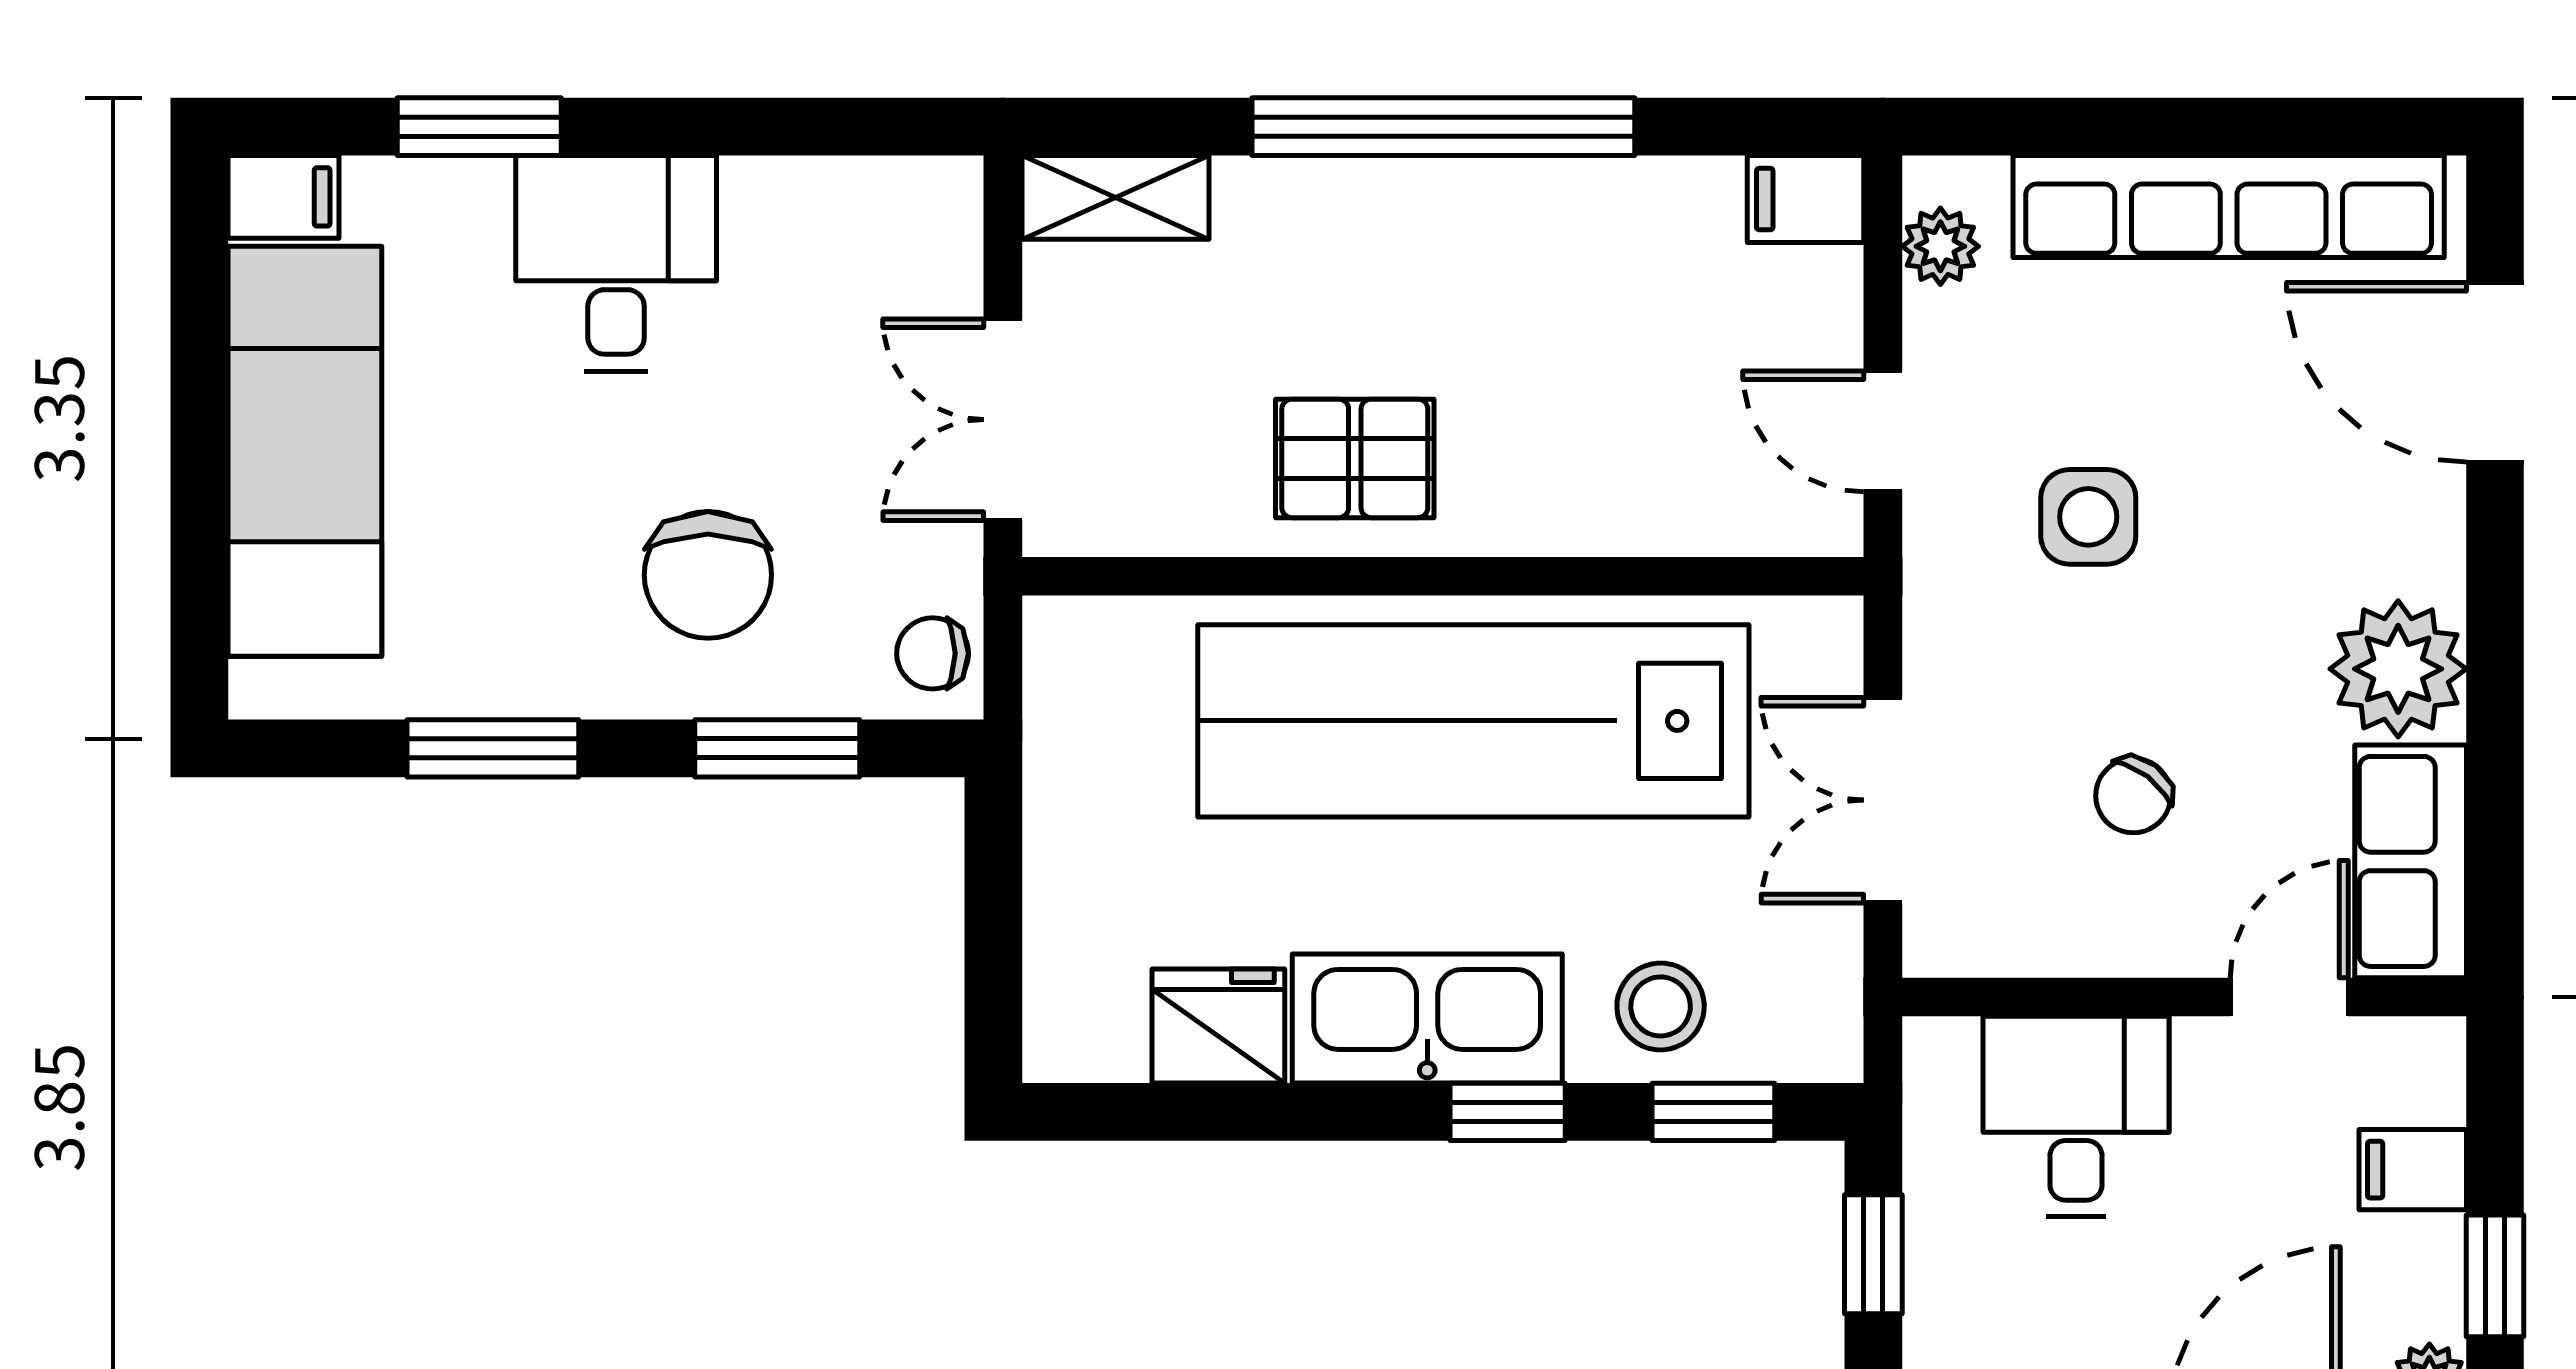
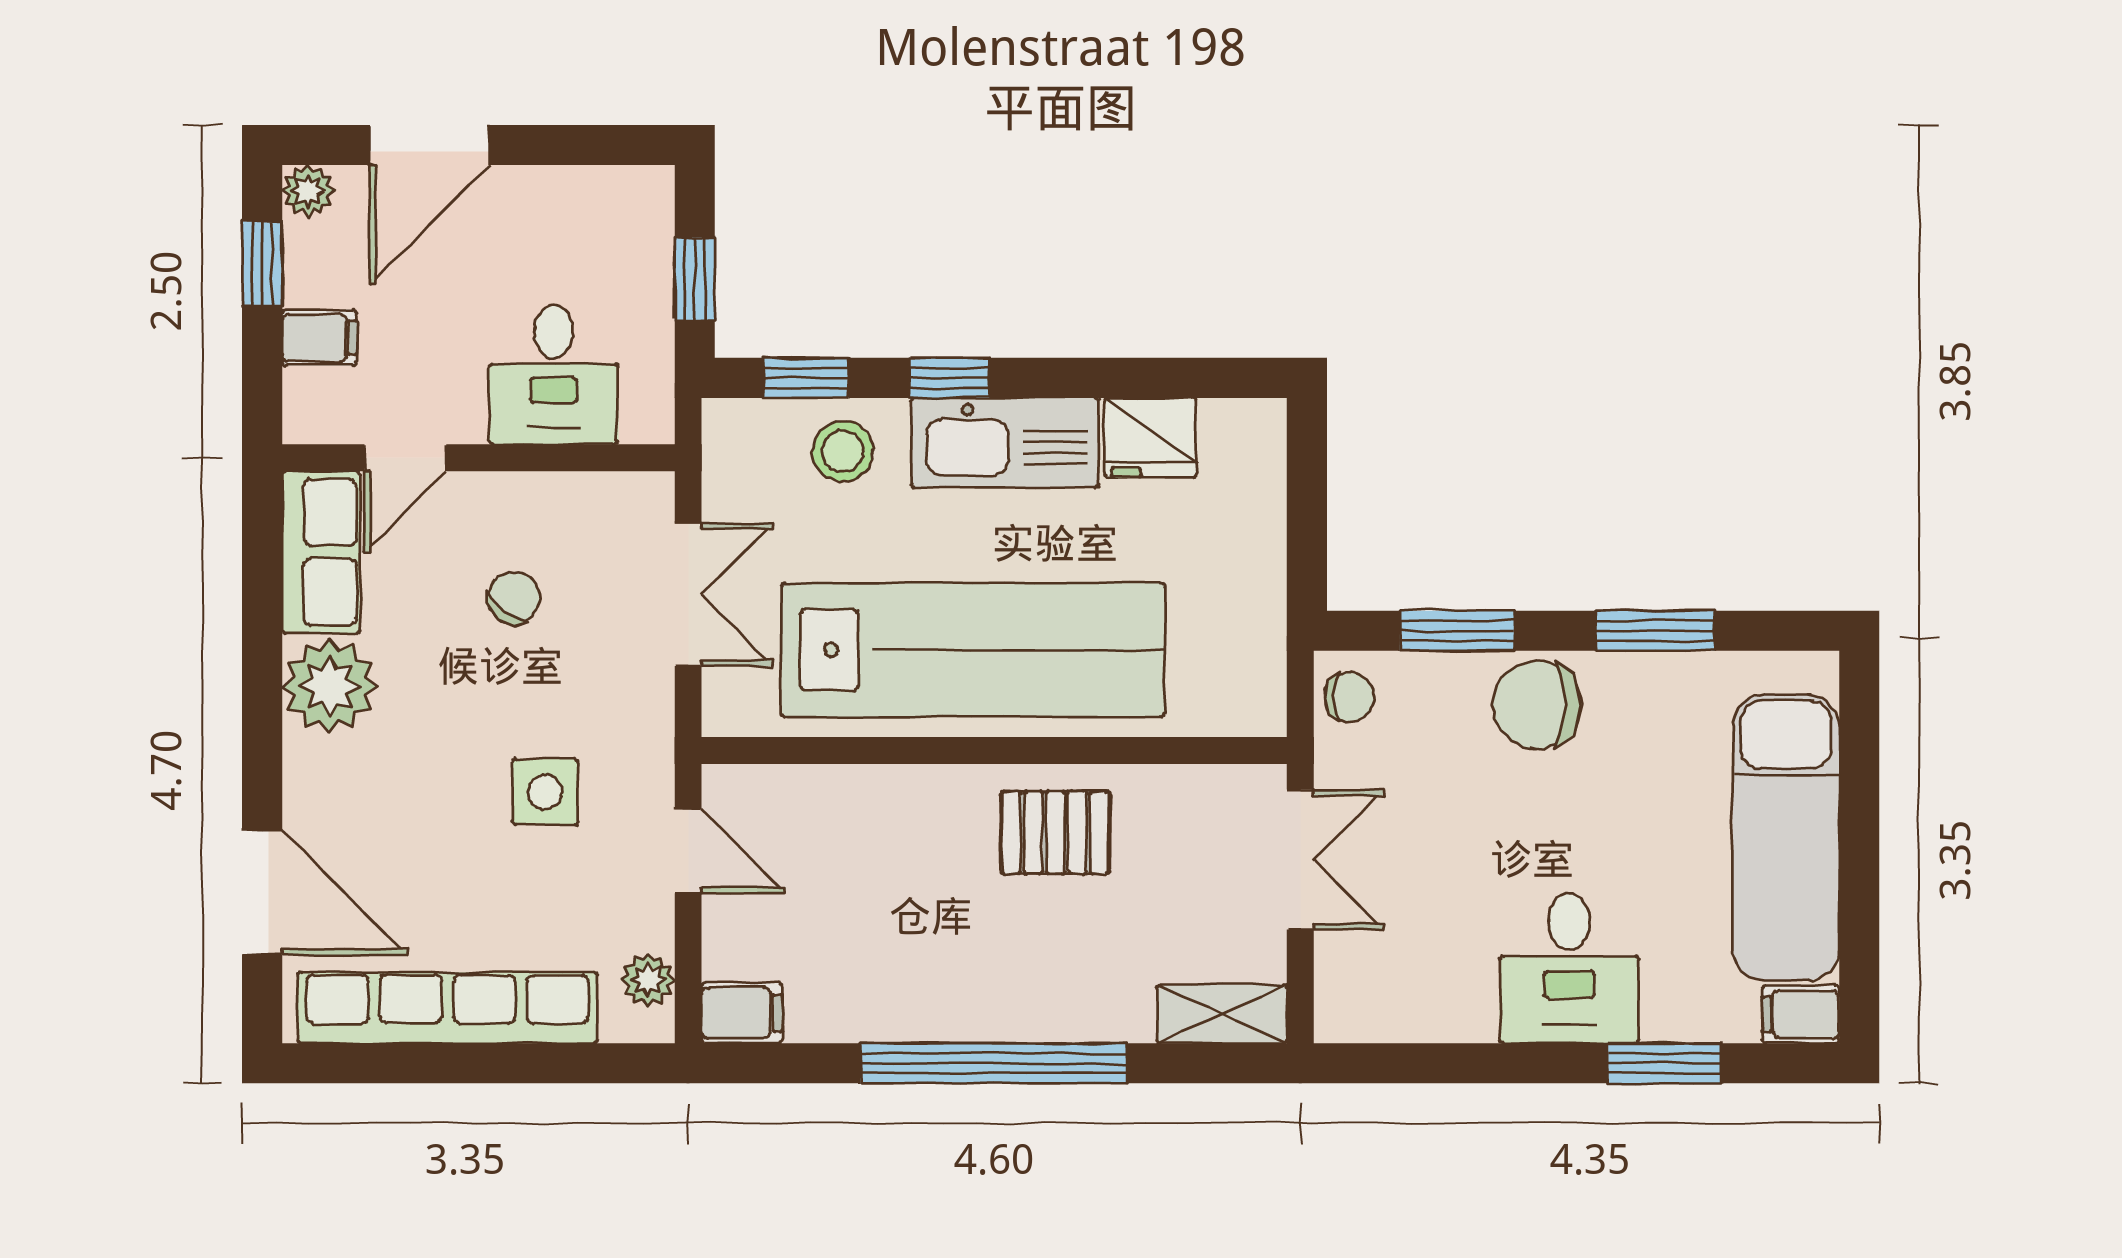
chair: (708, 575) -> (1537, 705), moved, turned -90

